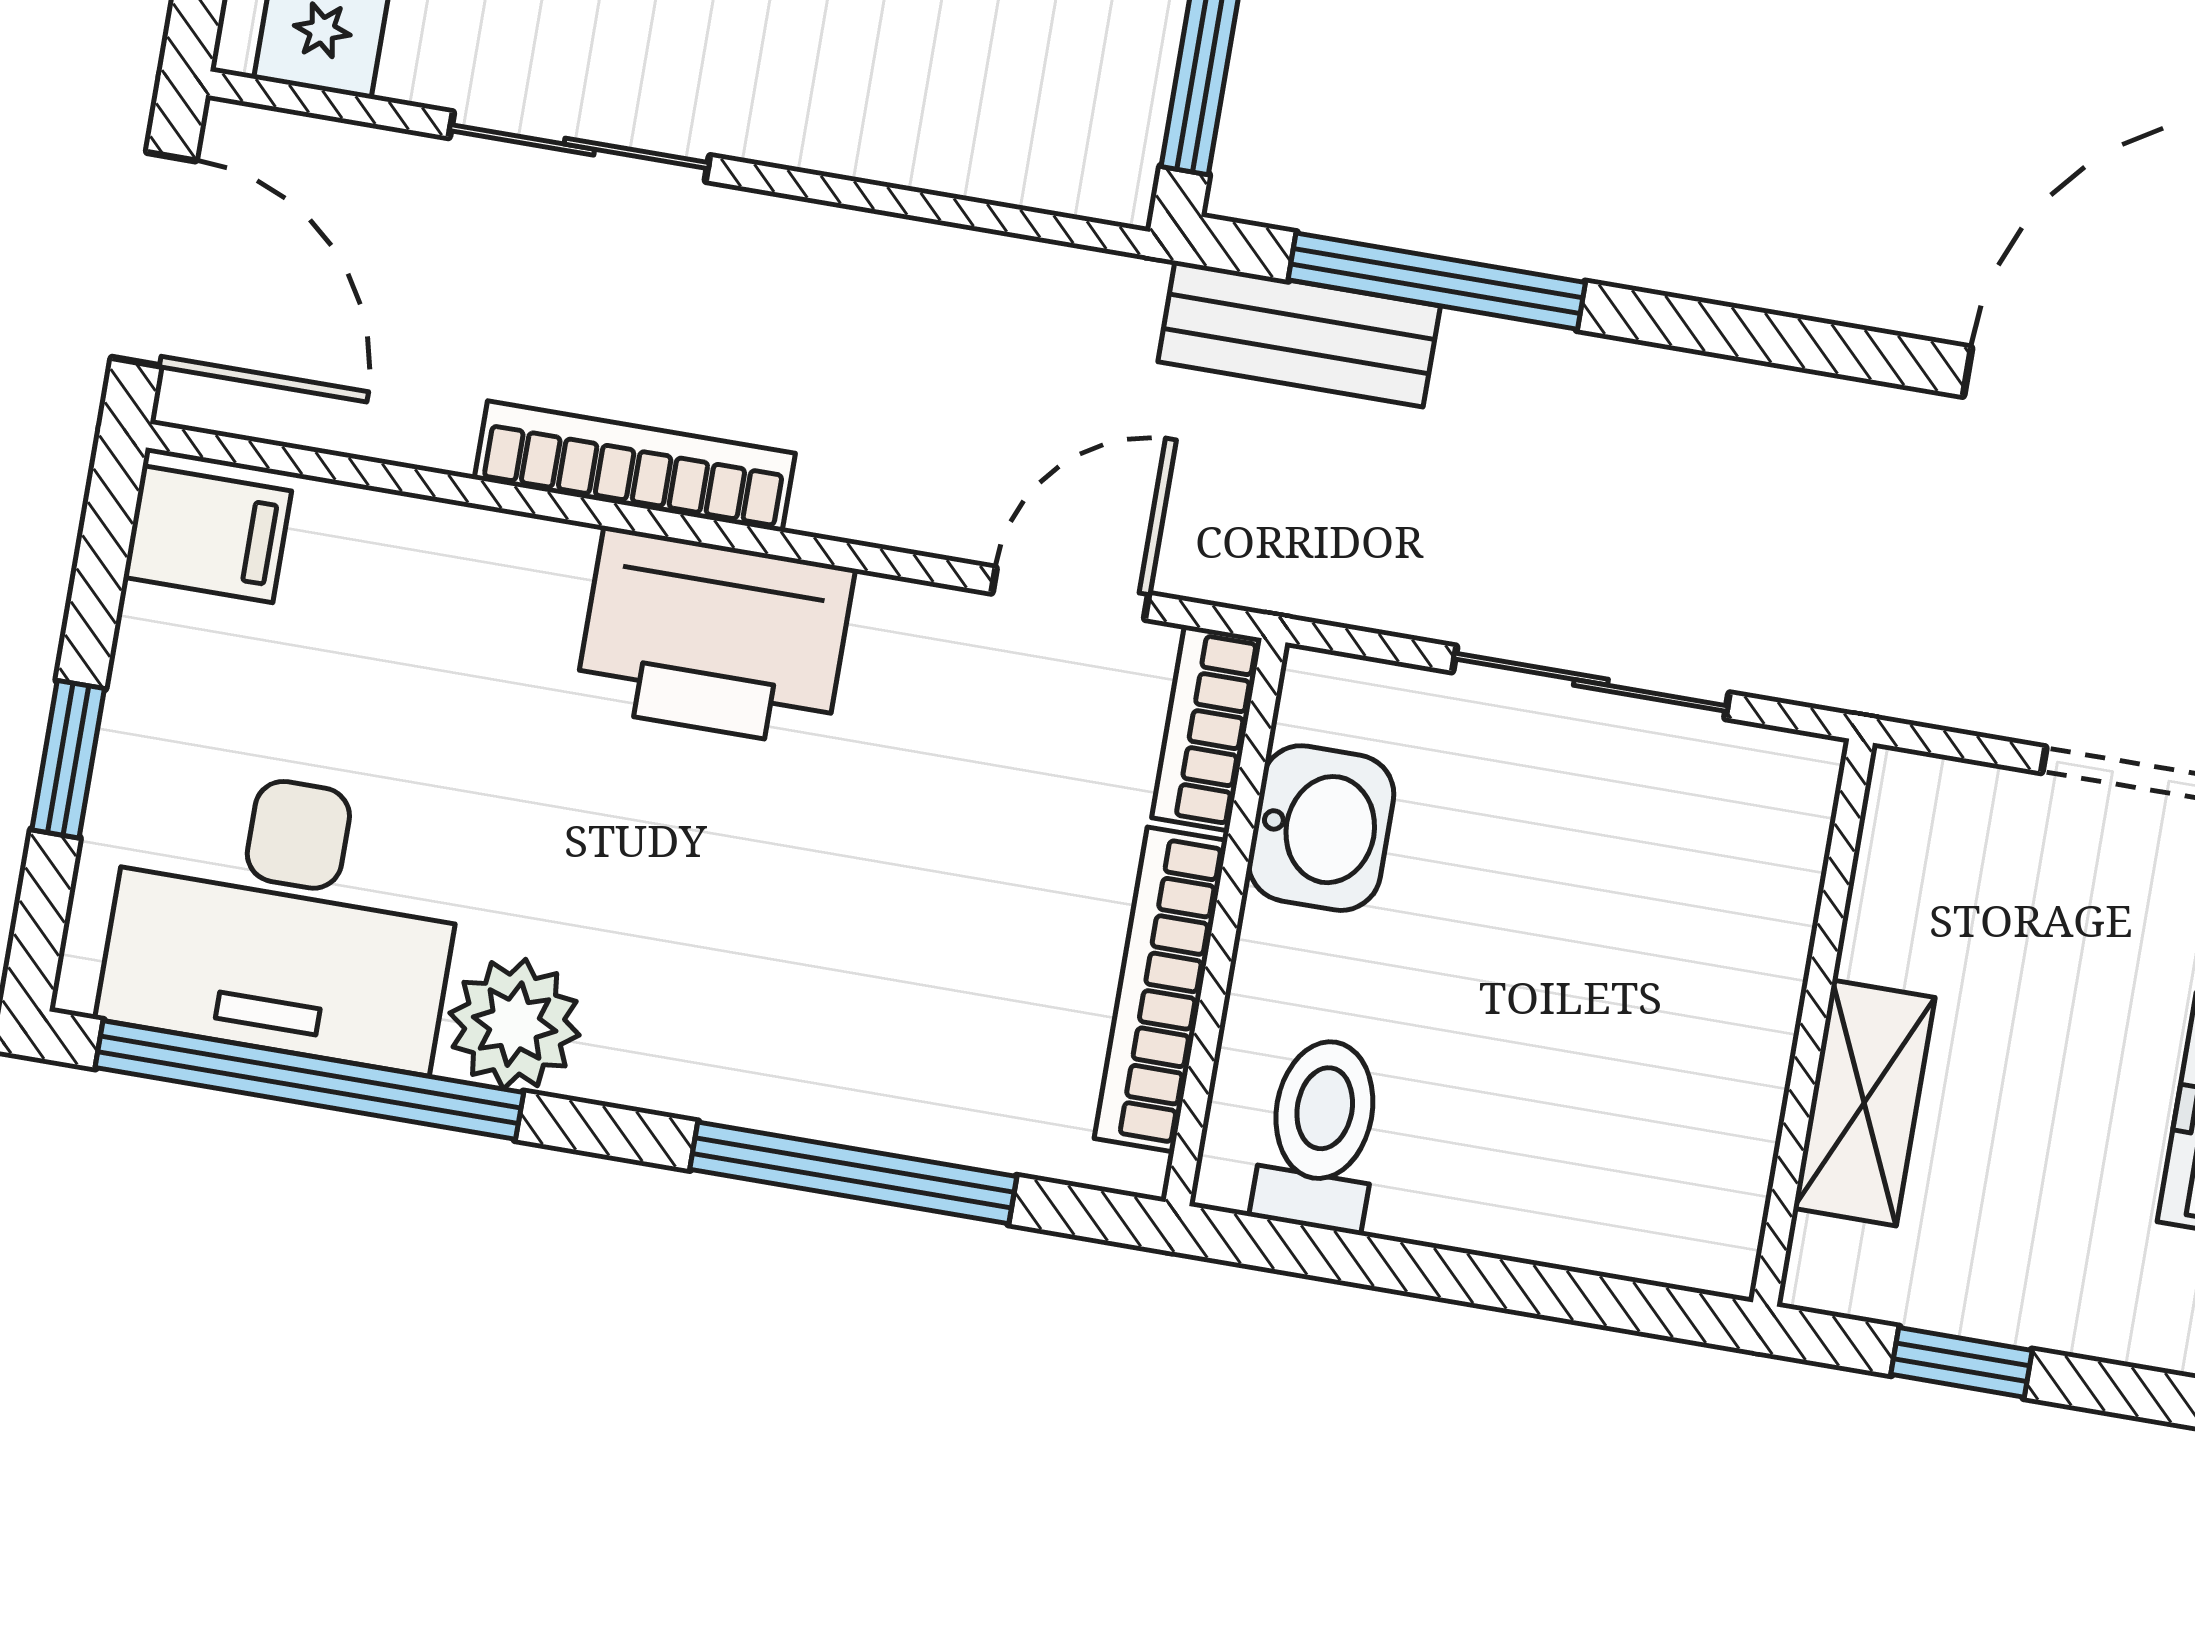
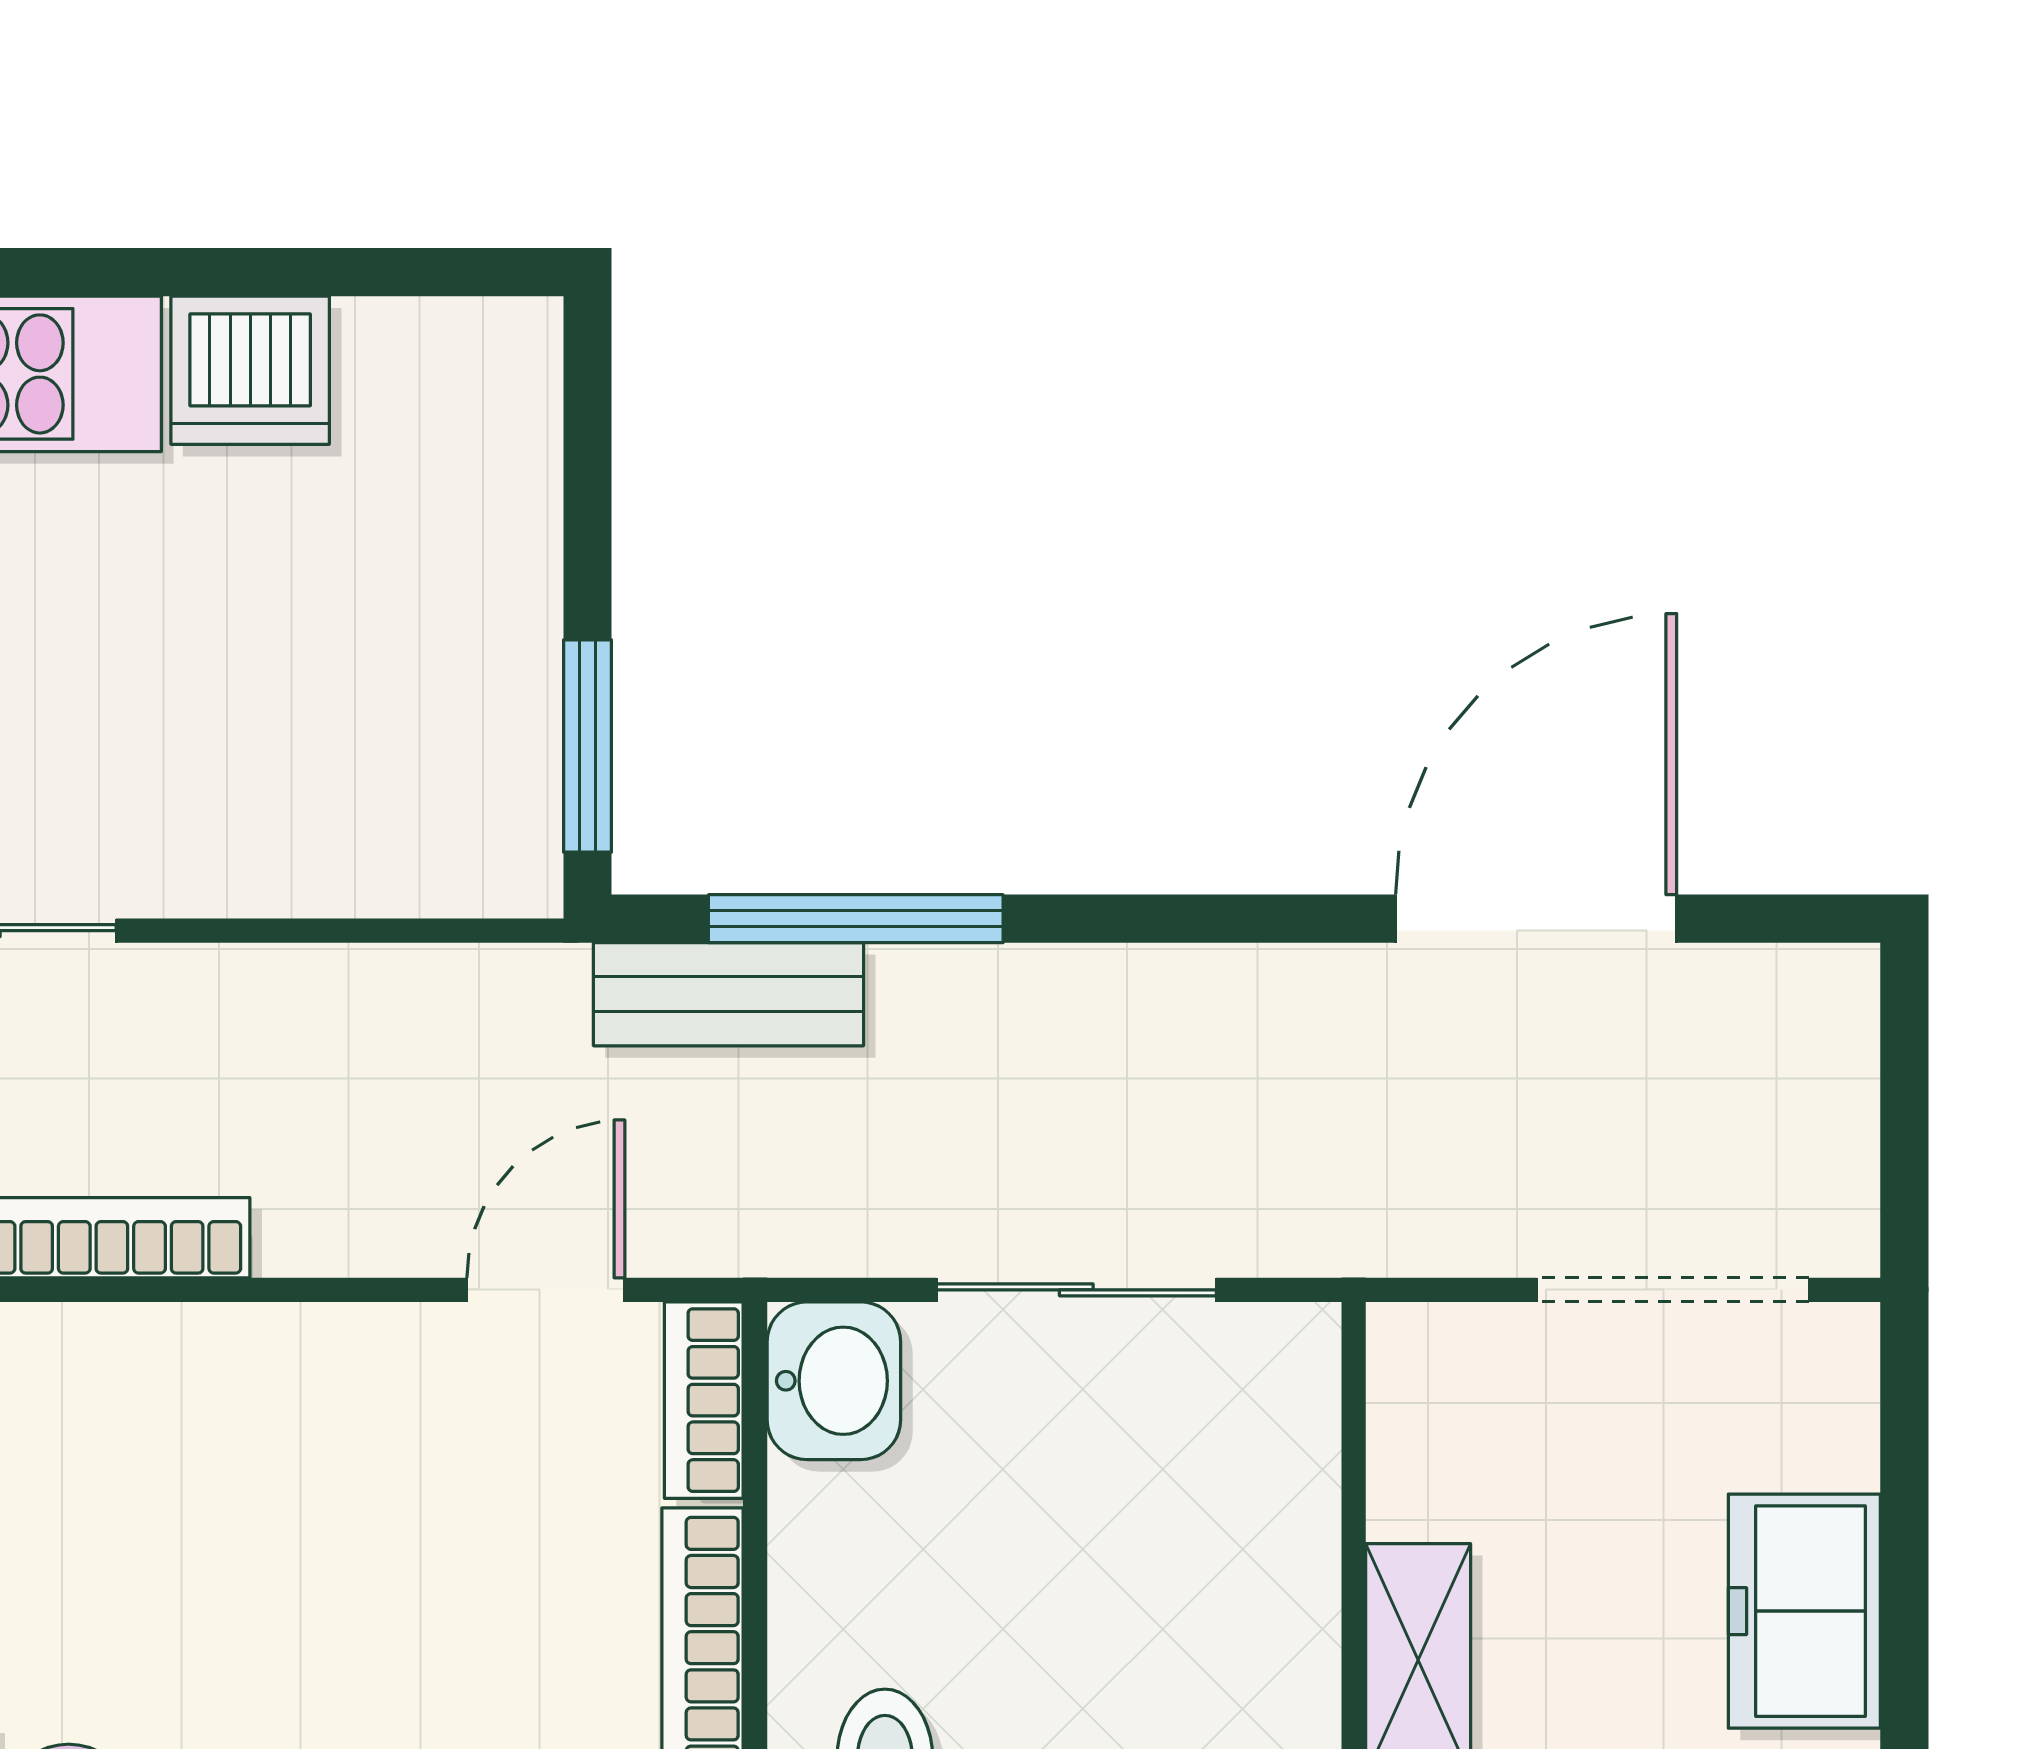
printer: (714, 638) -> (201, 1394), removed
washbasin: (1321, 828) -> (834, 1381), moved

